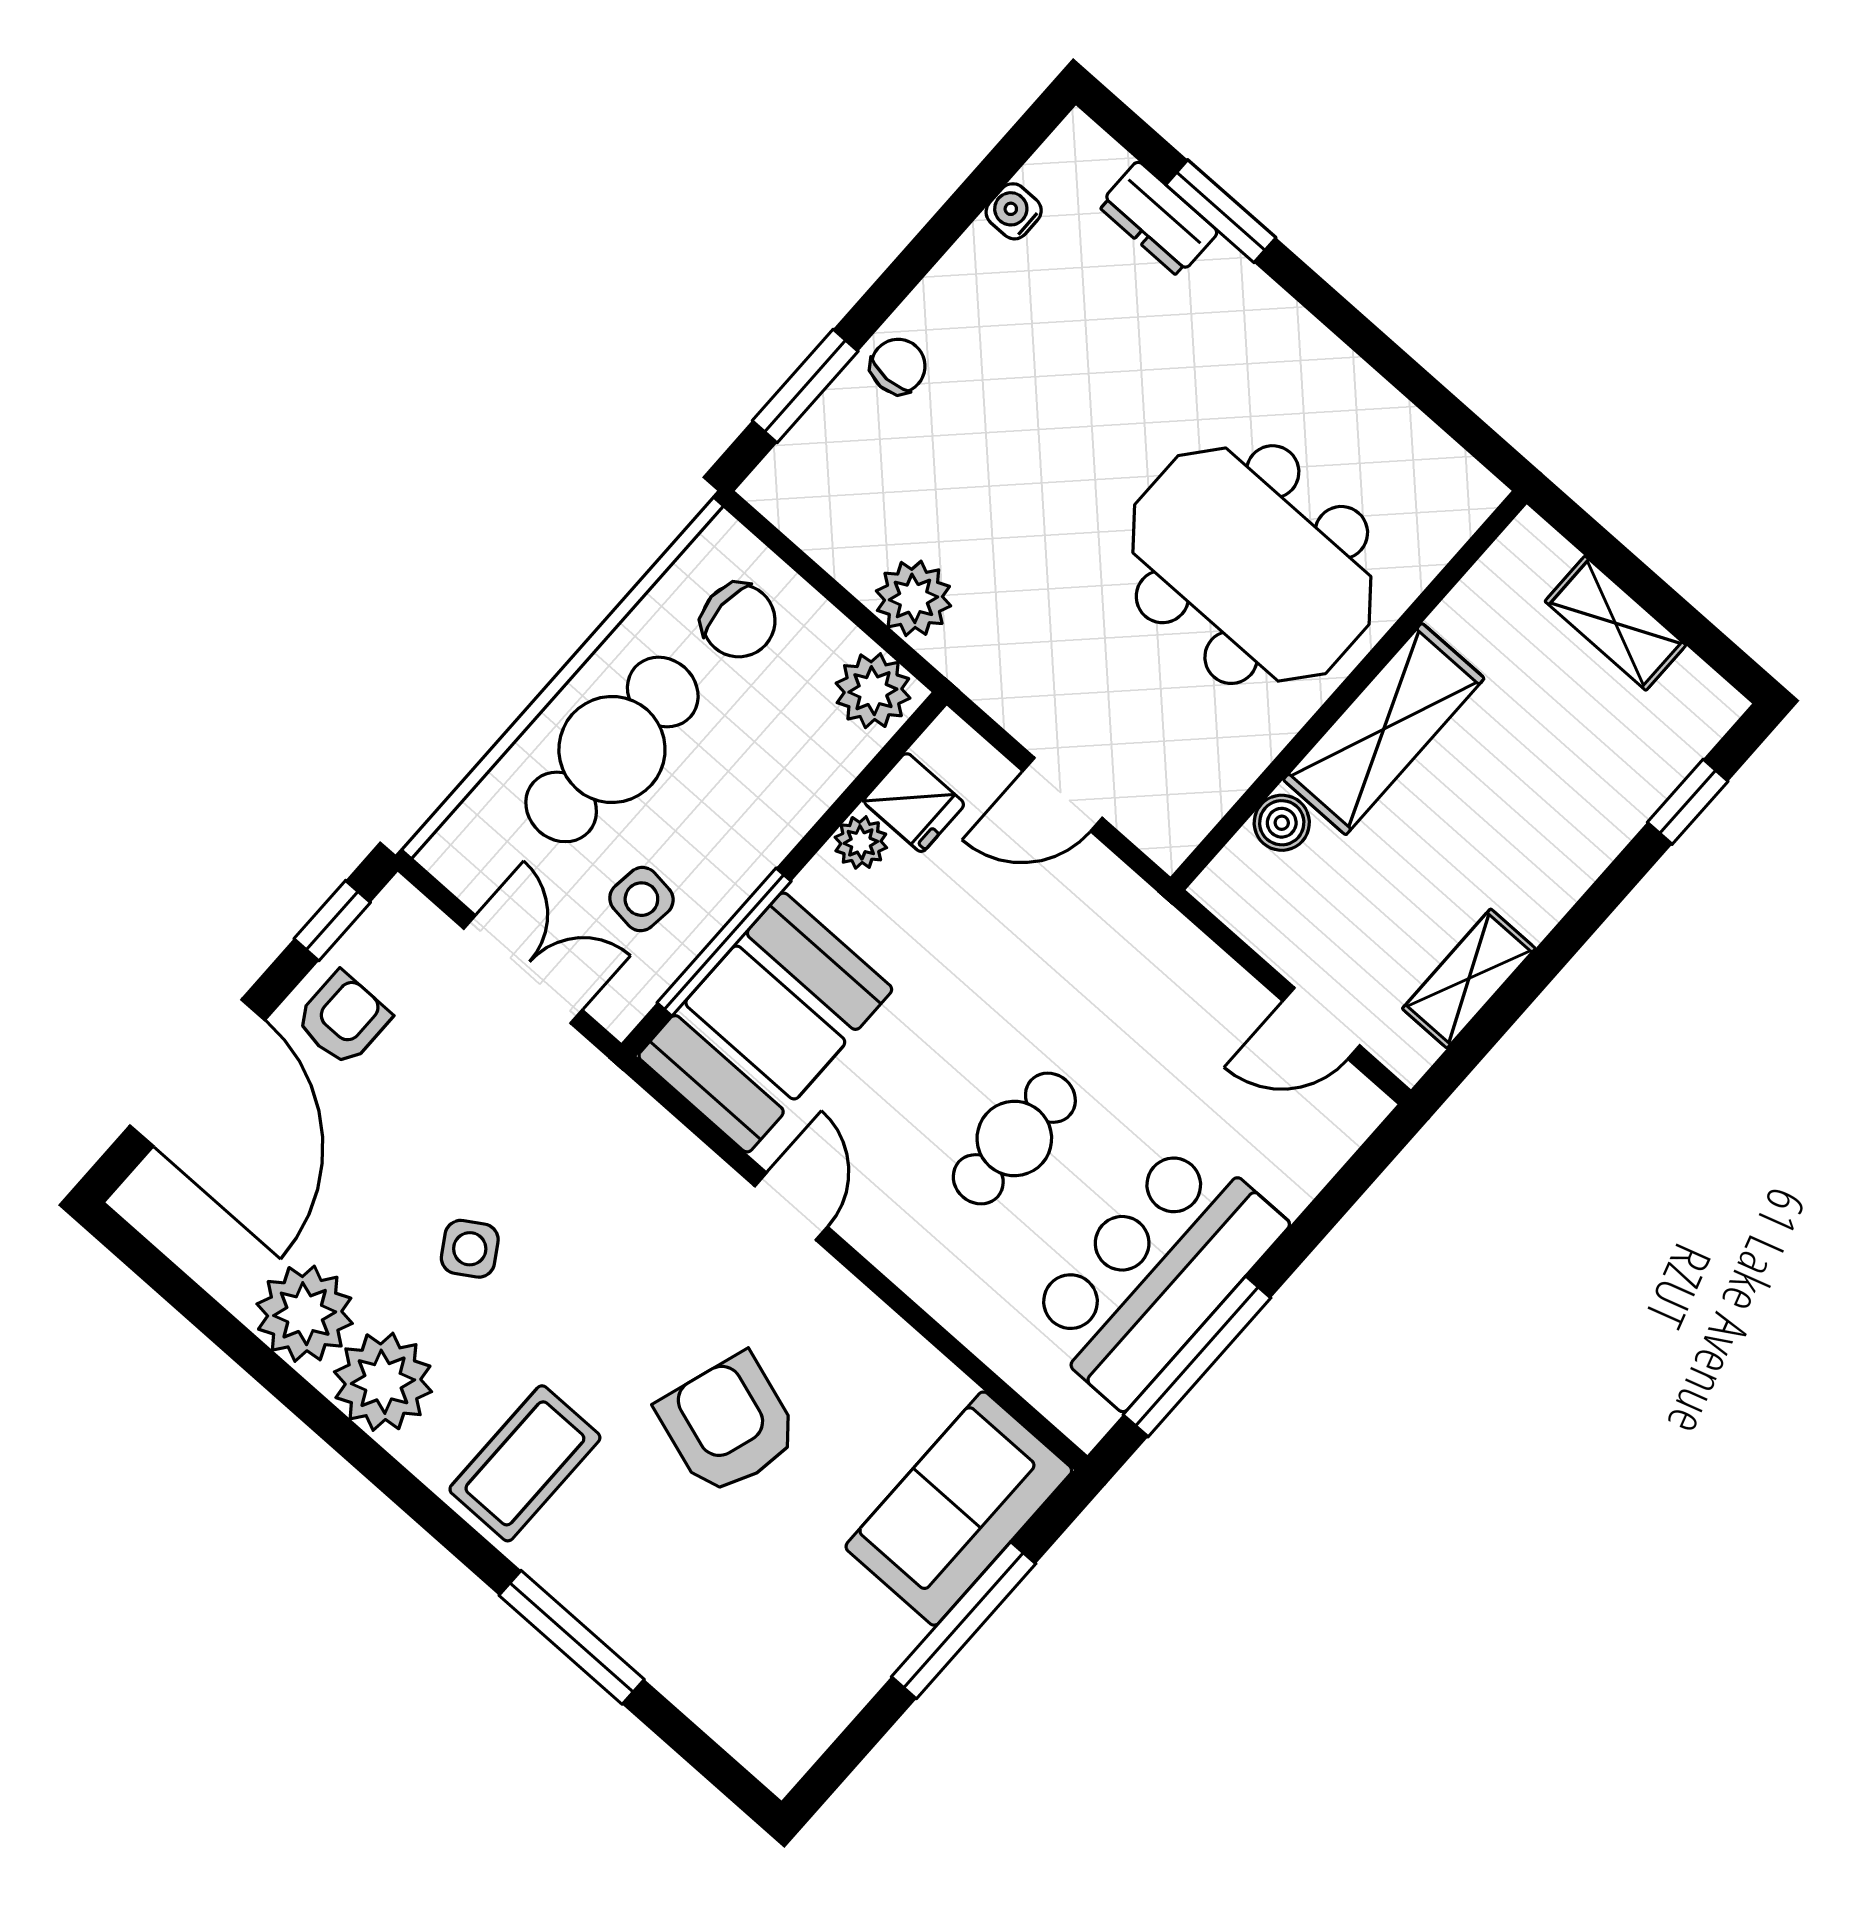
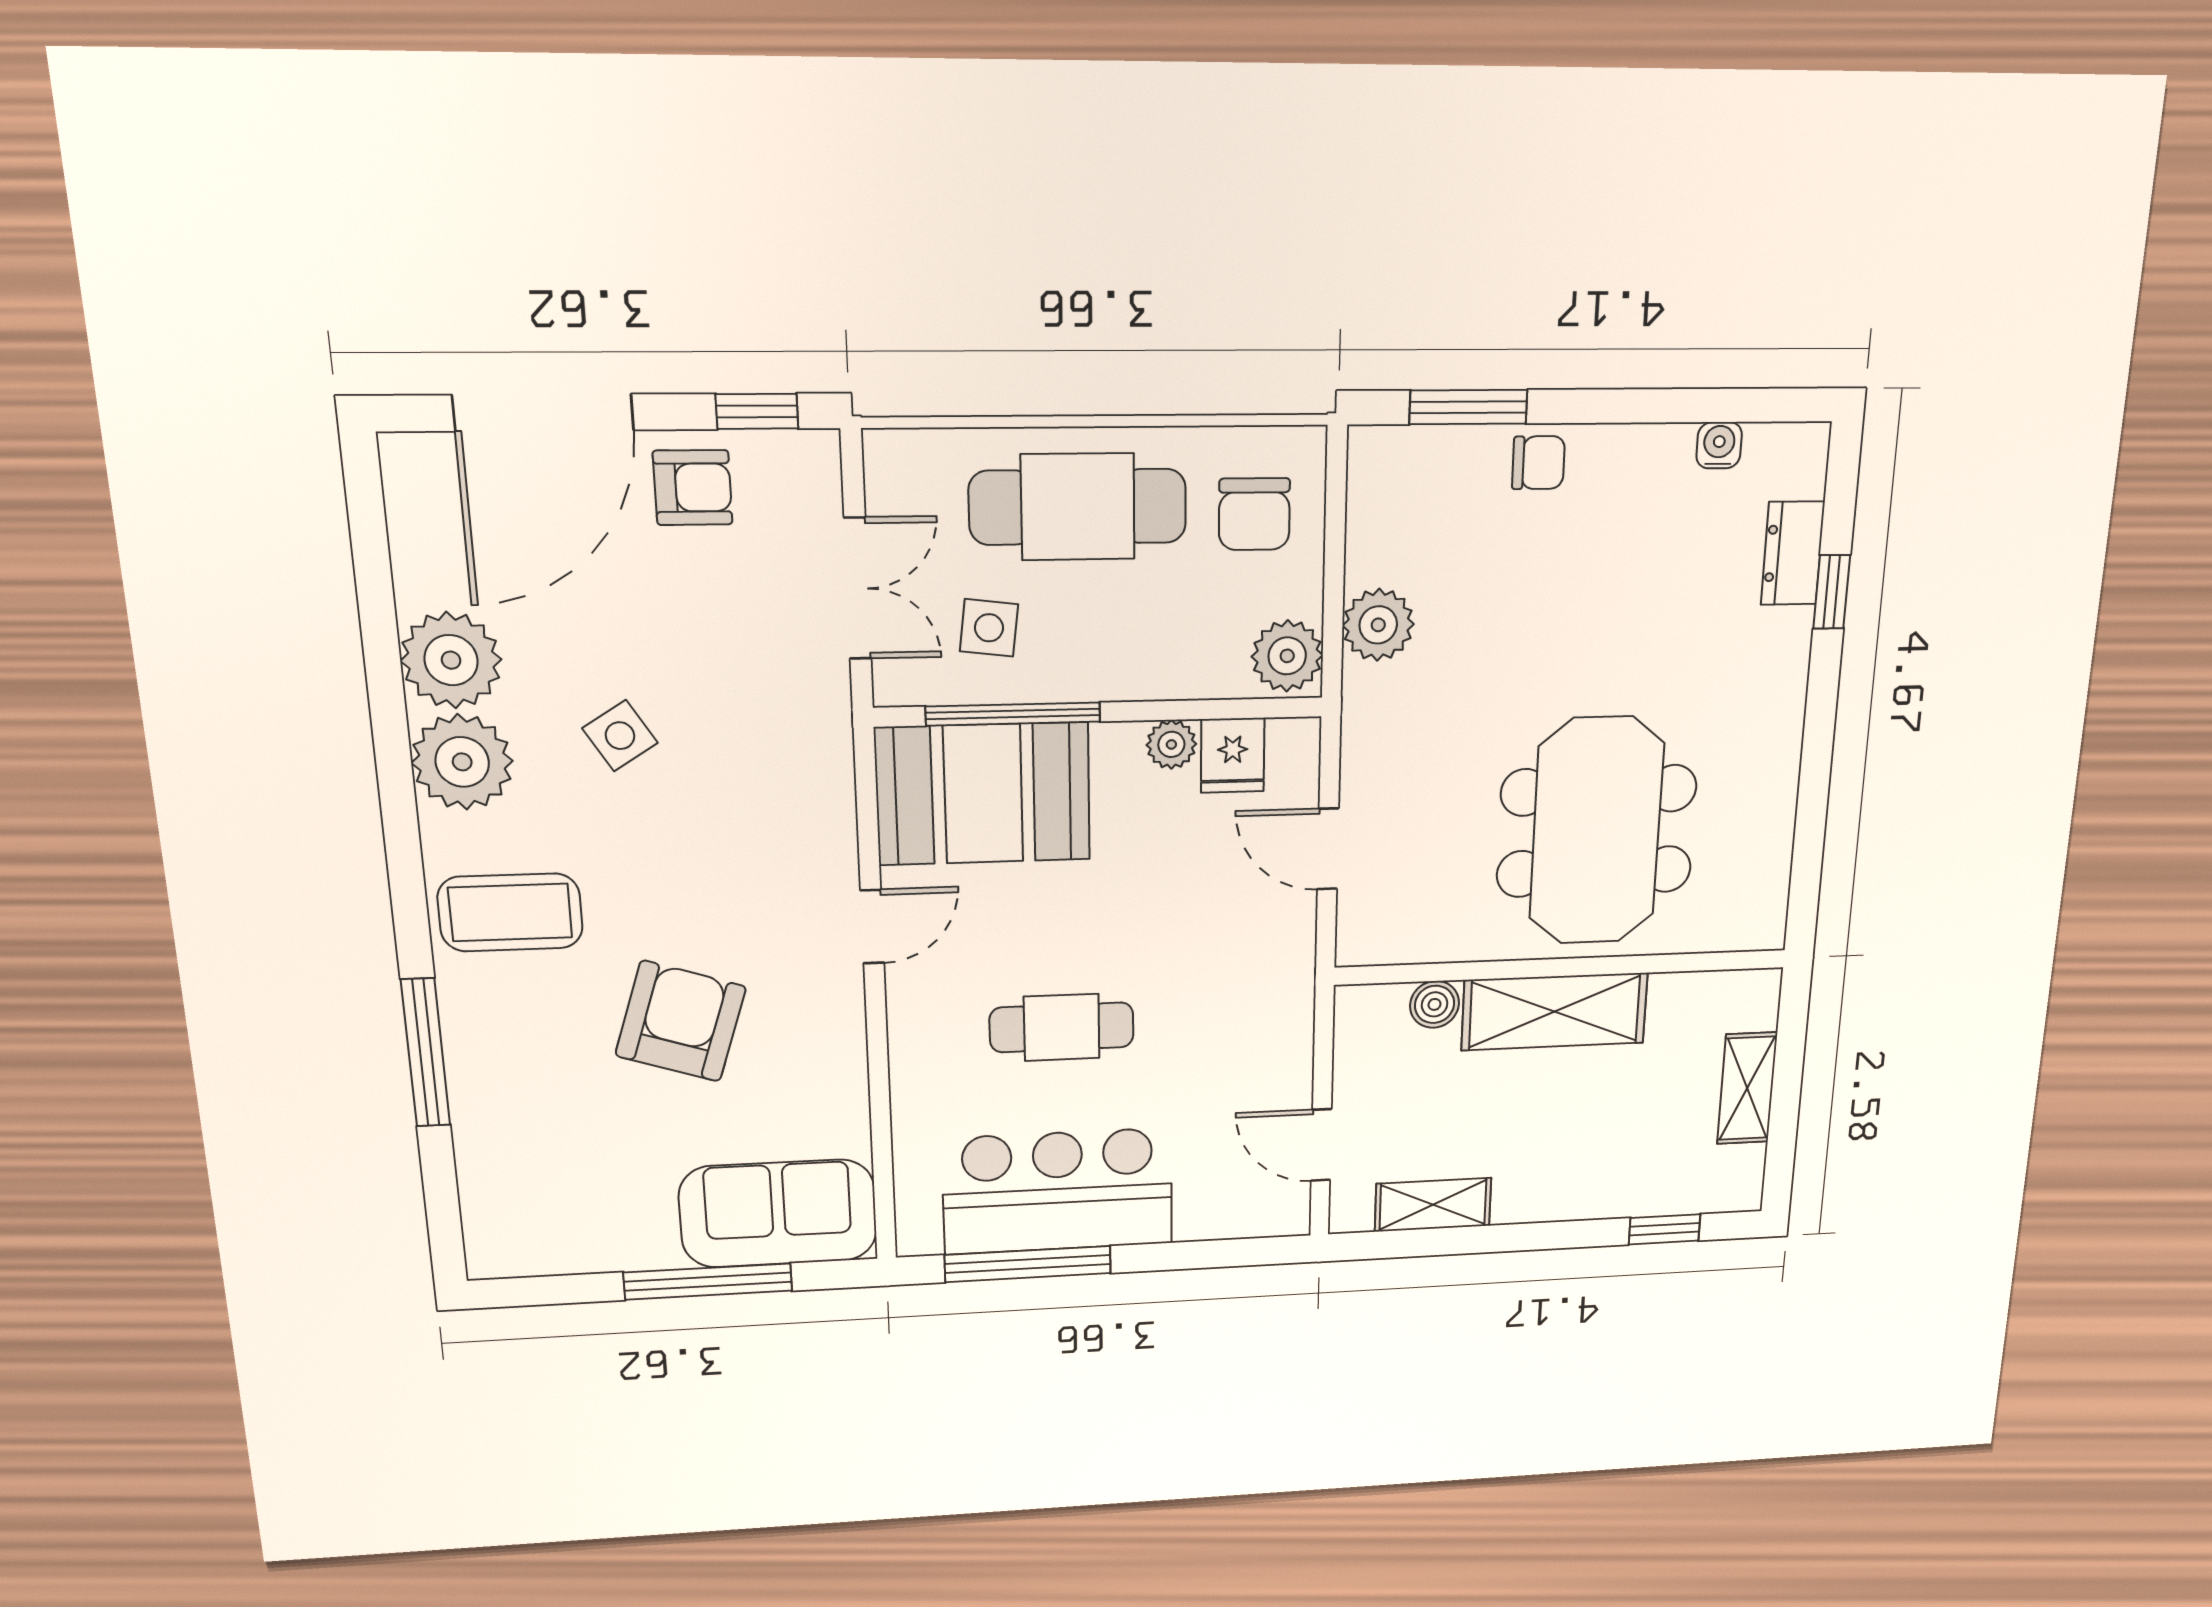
window: (1221, 211) -> (1832, 592), width x0.67

